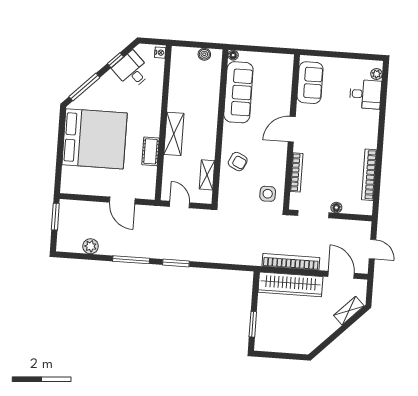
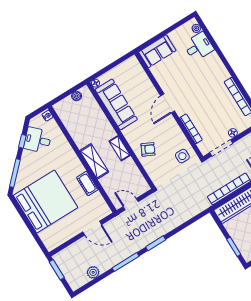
sofa: (310, 83) -> (157, 51), moved, turned 90
shelving: (207, 175) -> (120, 148), moved

